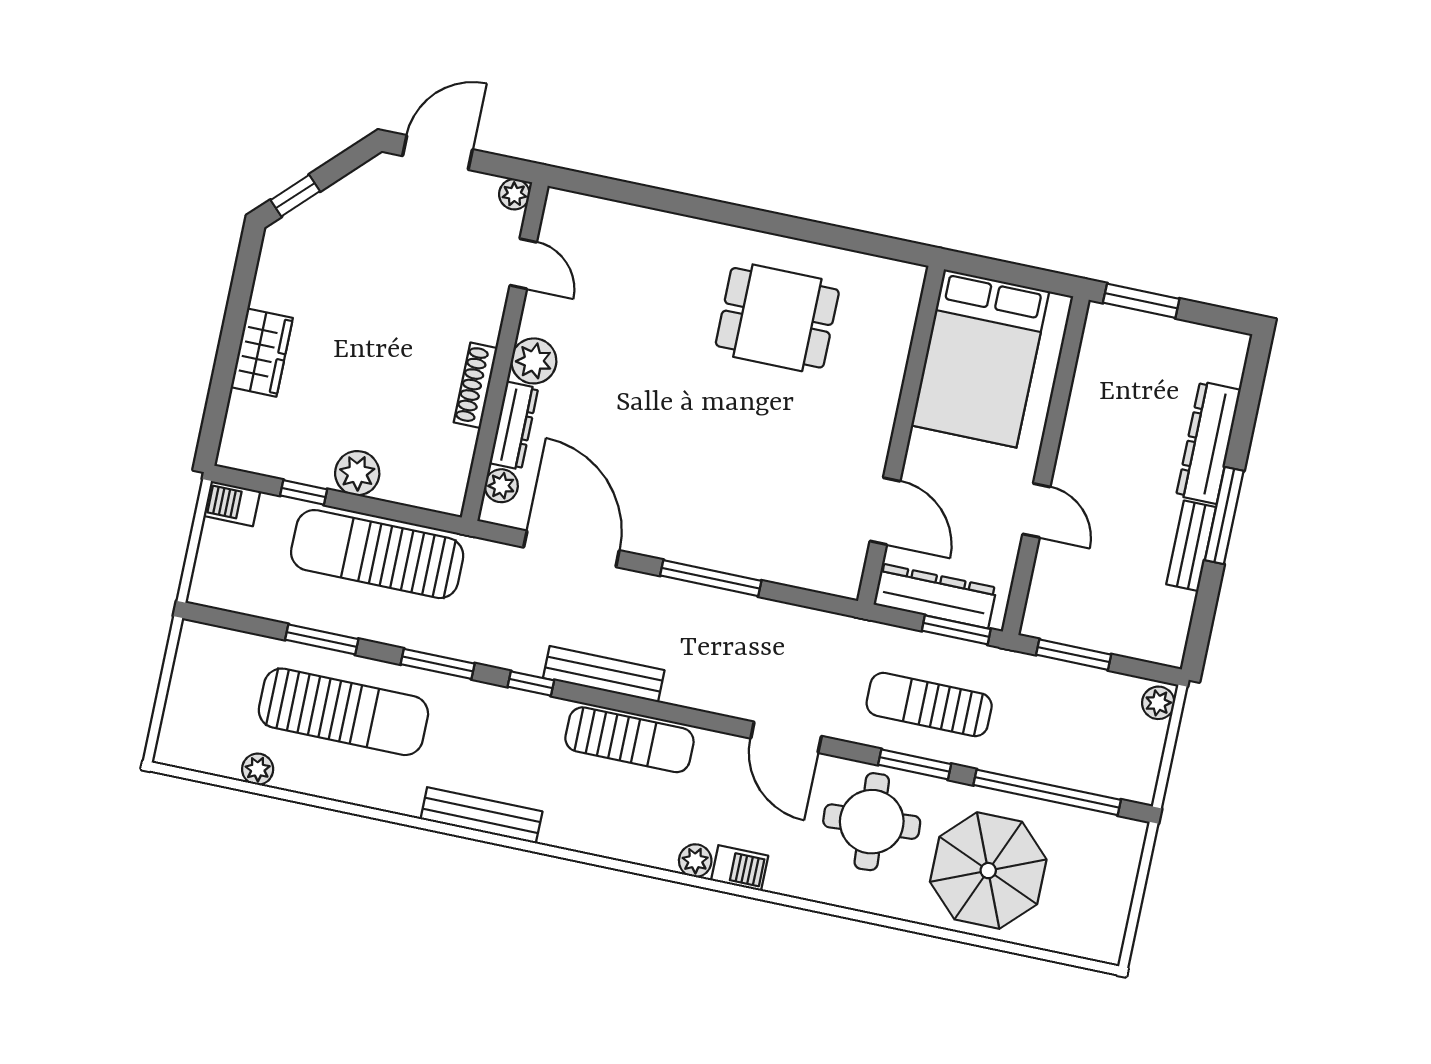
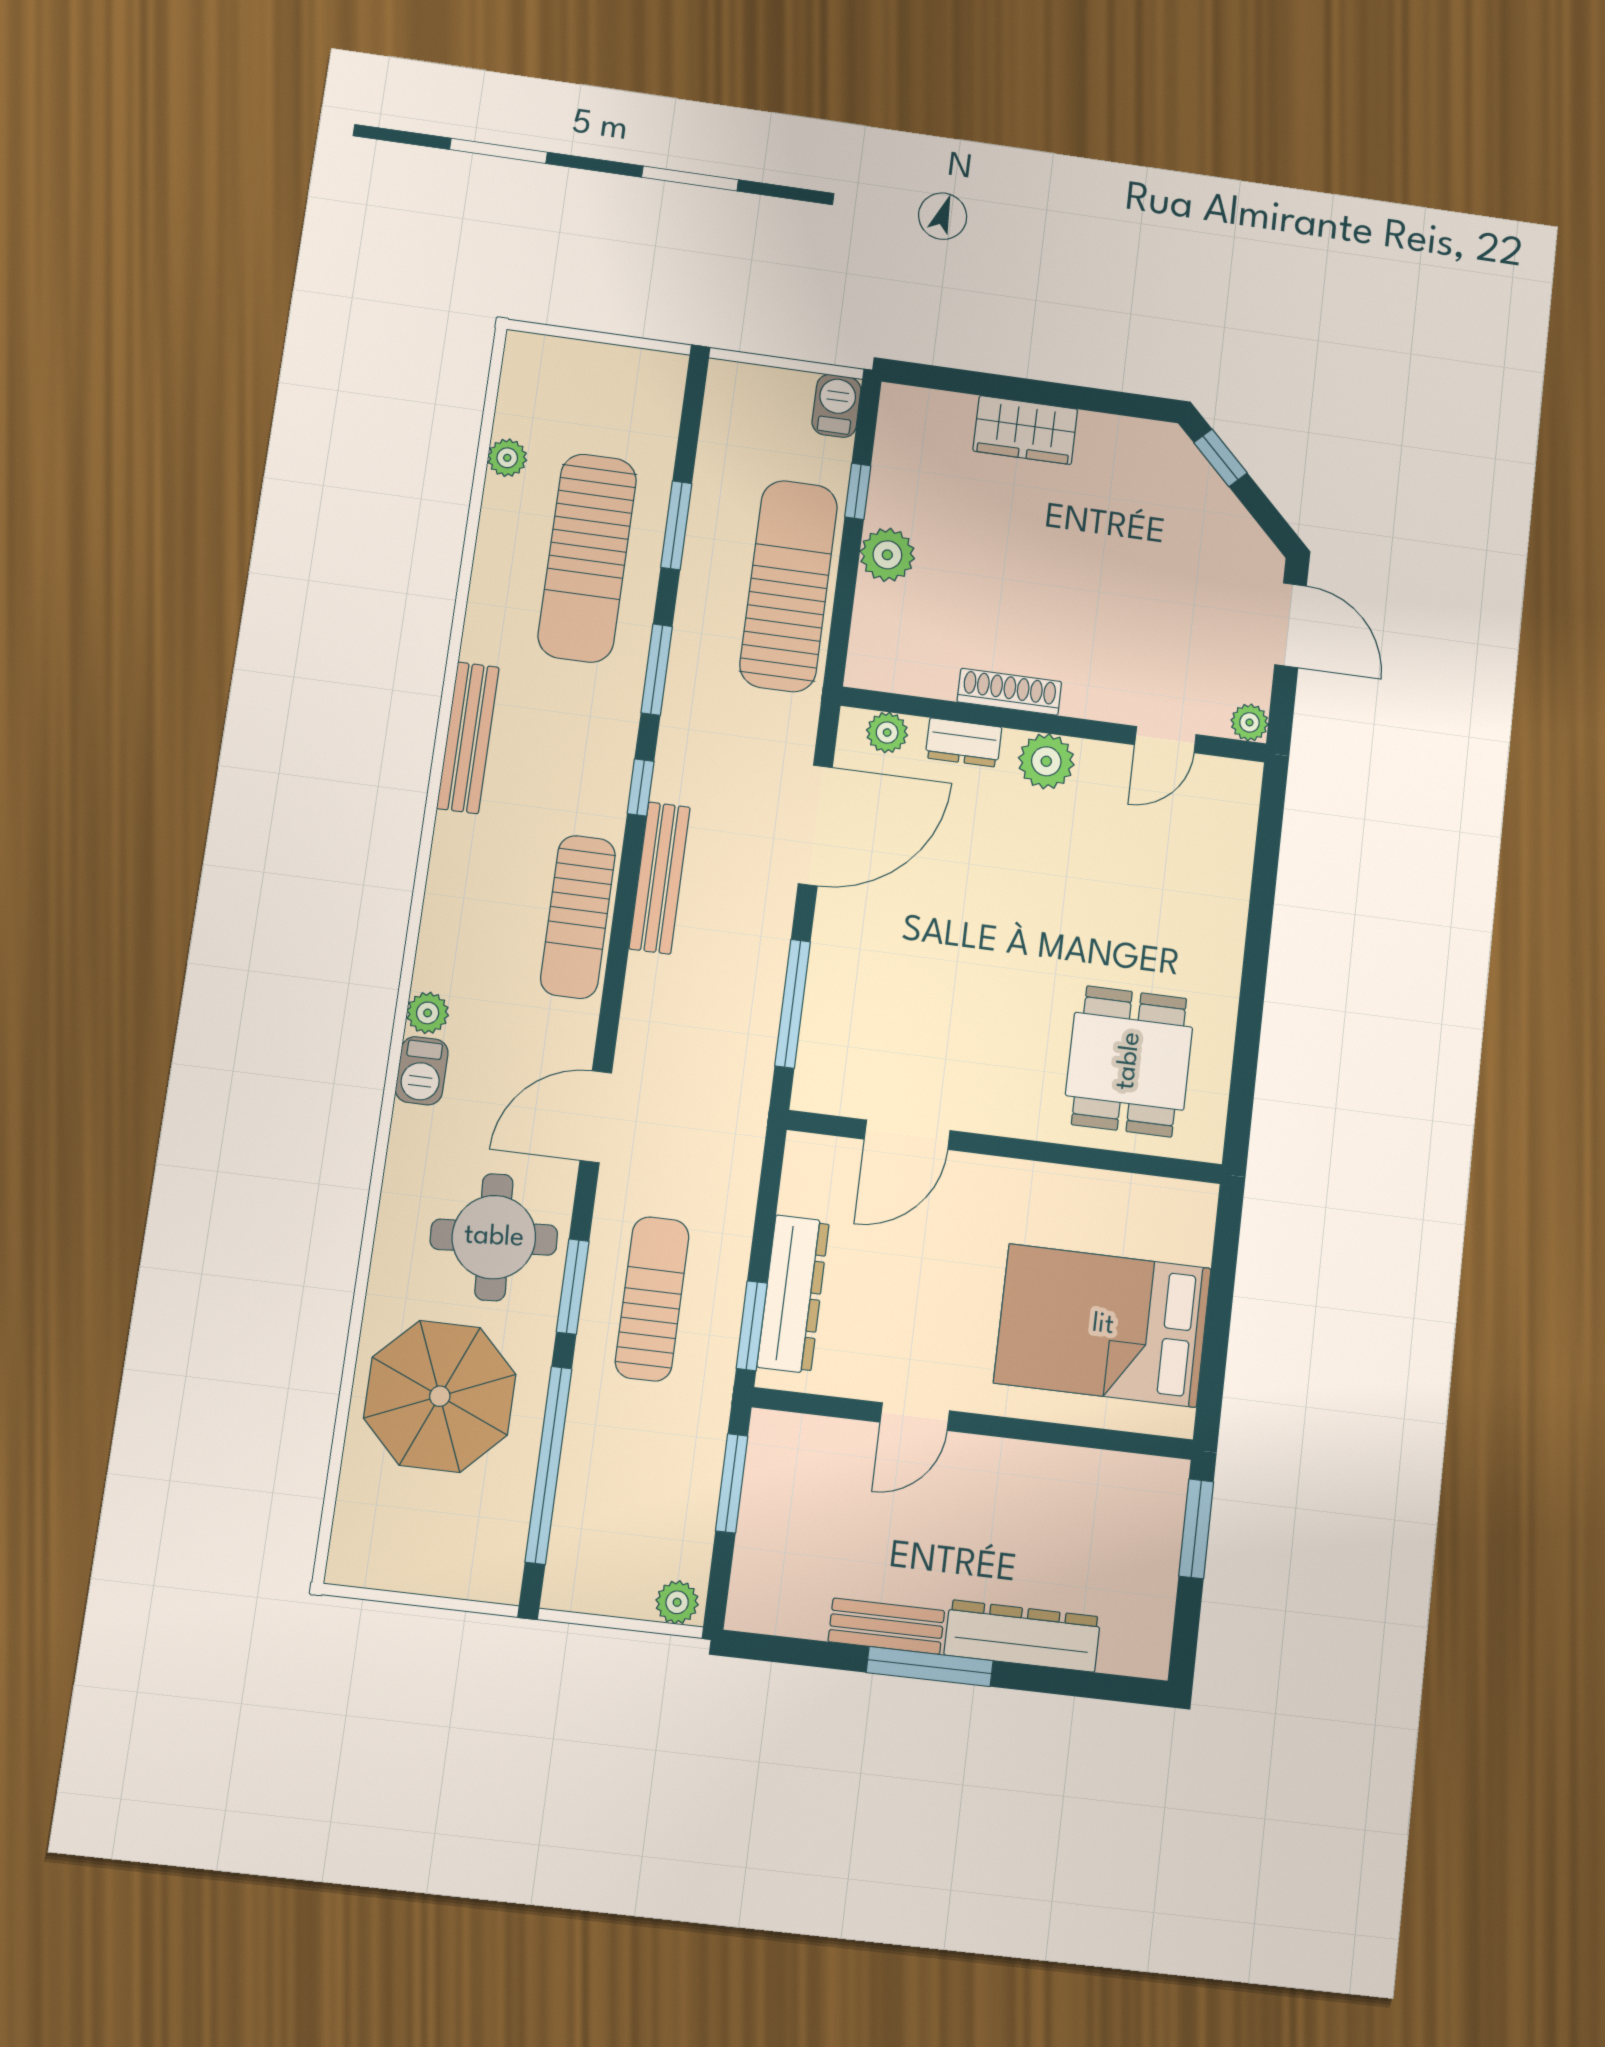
dresser: (514, 426) -> (964, 742), width x0.70
wall: (901, 435) -> (1005, 1147), moved
door: (885, 511) -> (907, 1135), moved

